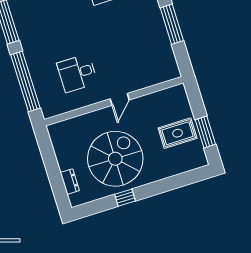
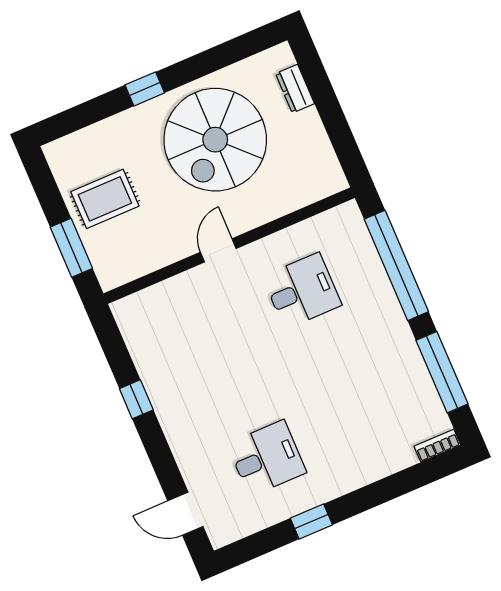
window: (172, 24) -> (136, 399), width x0.46
window: (205, 132) -> (71, 248), moved
window: (125, 198) -> (145, 89), moved

